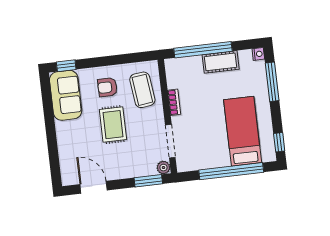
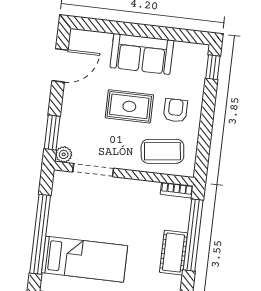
sofa: (66, 95) -> (142, 54), moved
bookcase: (174, 102) -> (177, 190), moved

